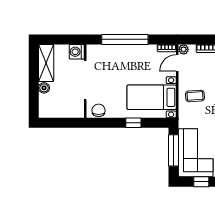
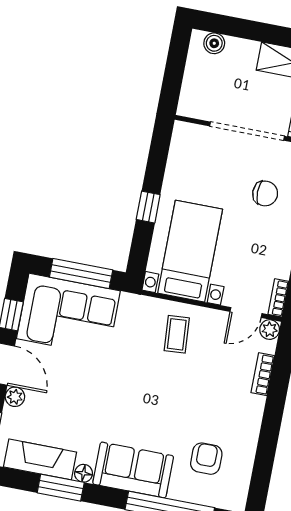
door: (177, 63) -> (246, 313), swing flipped
boiler: (44, 88) -> (214, 43), moved
chair: (99, 110) -> (265, 193), moved

